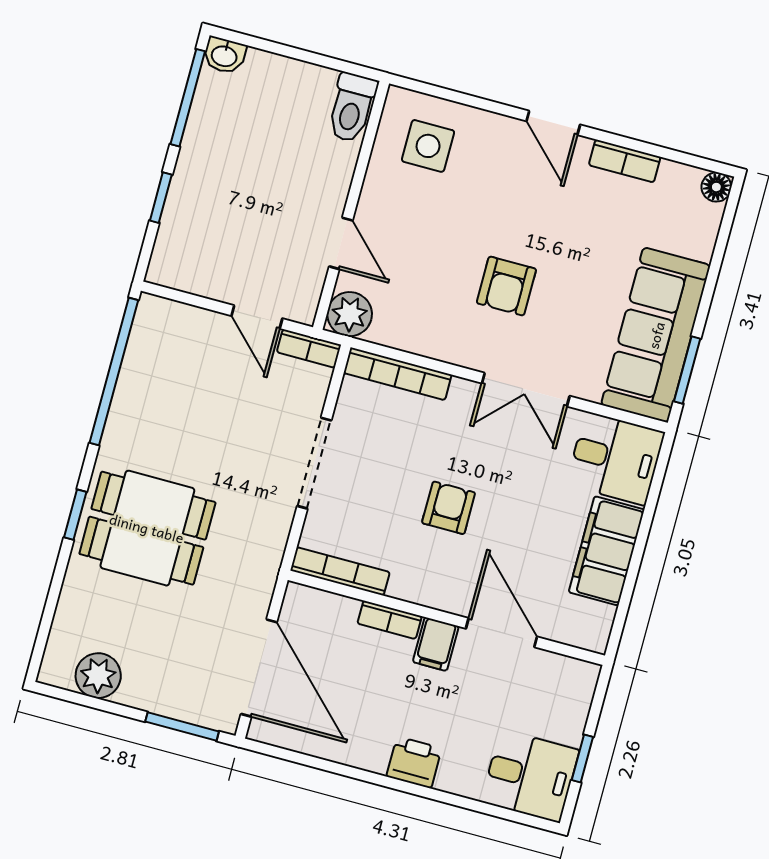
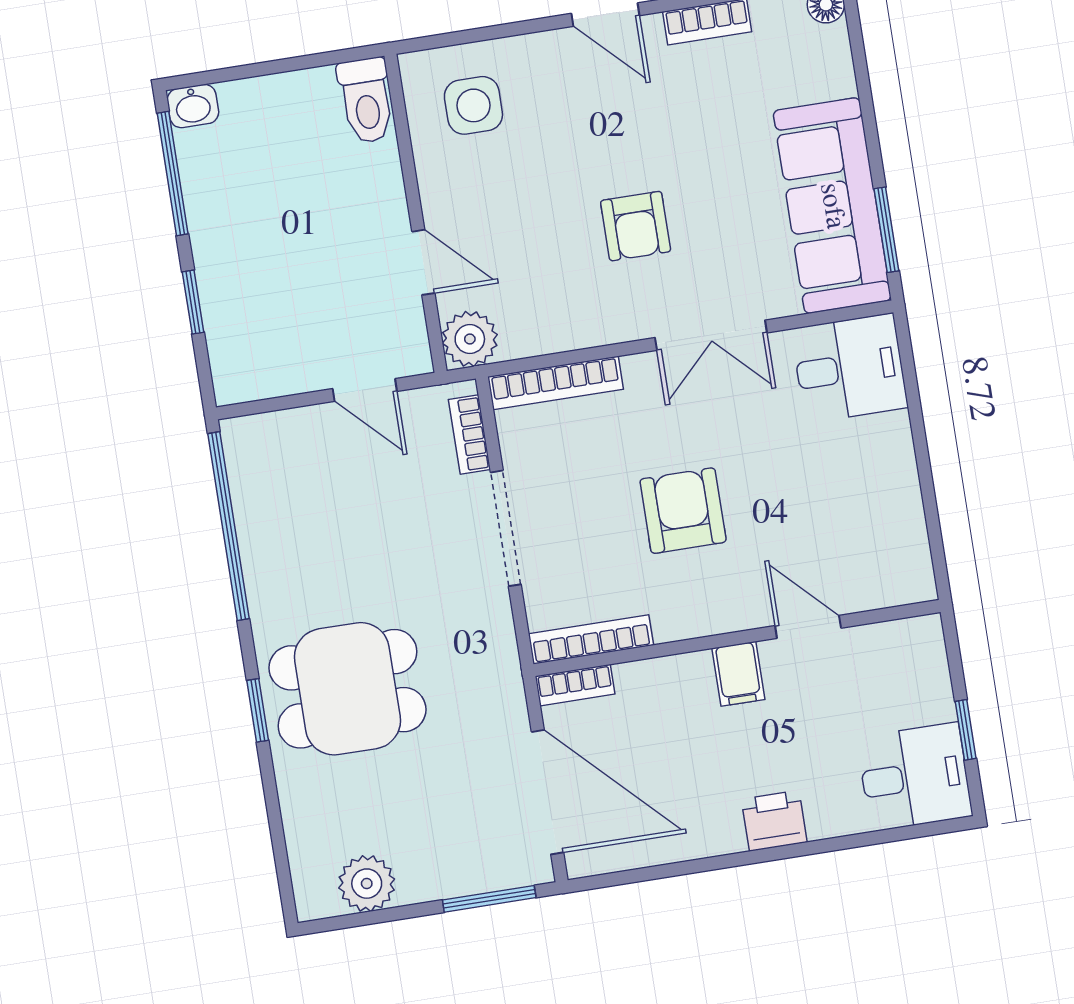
bookcase: (309, 349) -> (469, 434), moved, turned 90
armchair: (449, 508) -> (683, 511), width x1.38, depth x1.38
filing cabinet: (607, 551) -> (887, 479), removed
bookcase: (390, 620) -> (575, 685), moved
door: (502, 633) -> (808, 627), width x0.73

